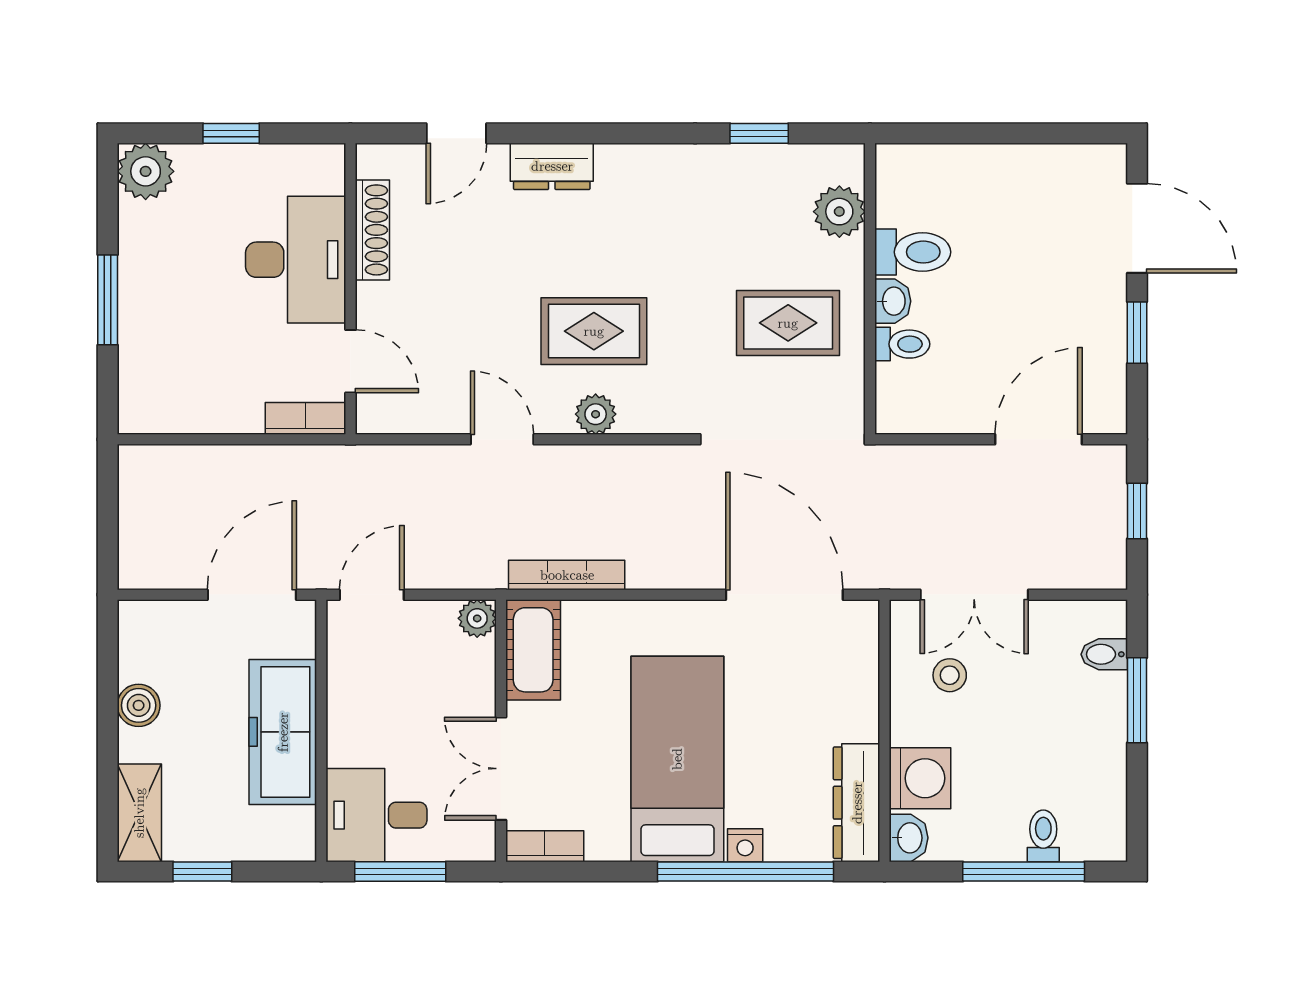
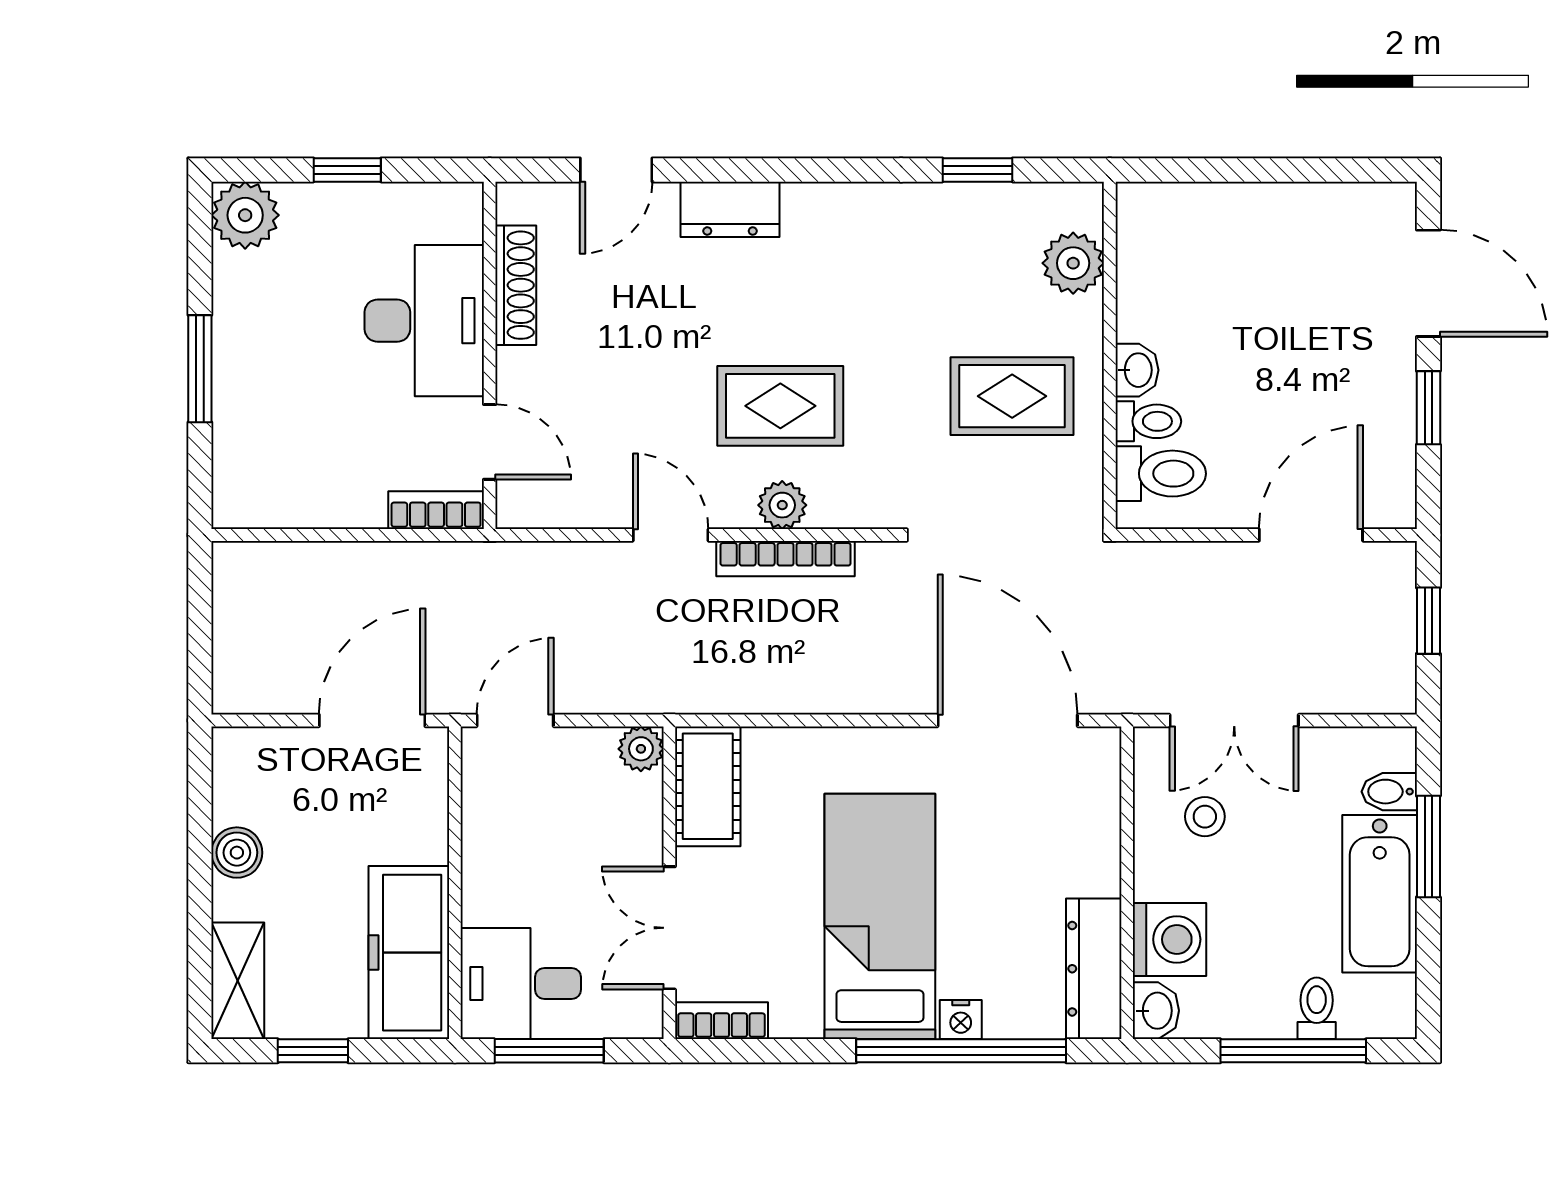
toilet: (913, 252) -> (1161, 474), moved
bookcase: (567, 575) -> (786, 559), moved, turned 180
freezer: (283, 732) -> (409, 953), moved
bathtub: (1096, 740) -> (1380, 894), added

